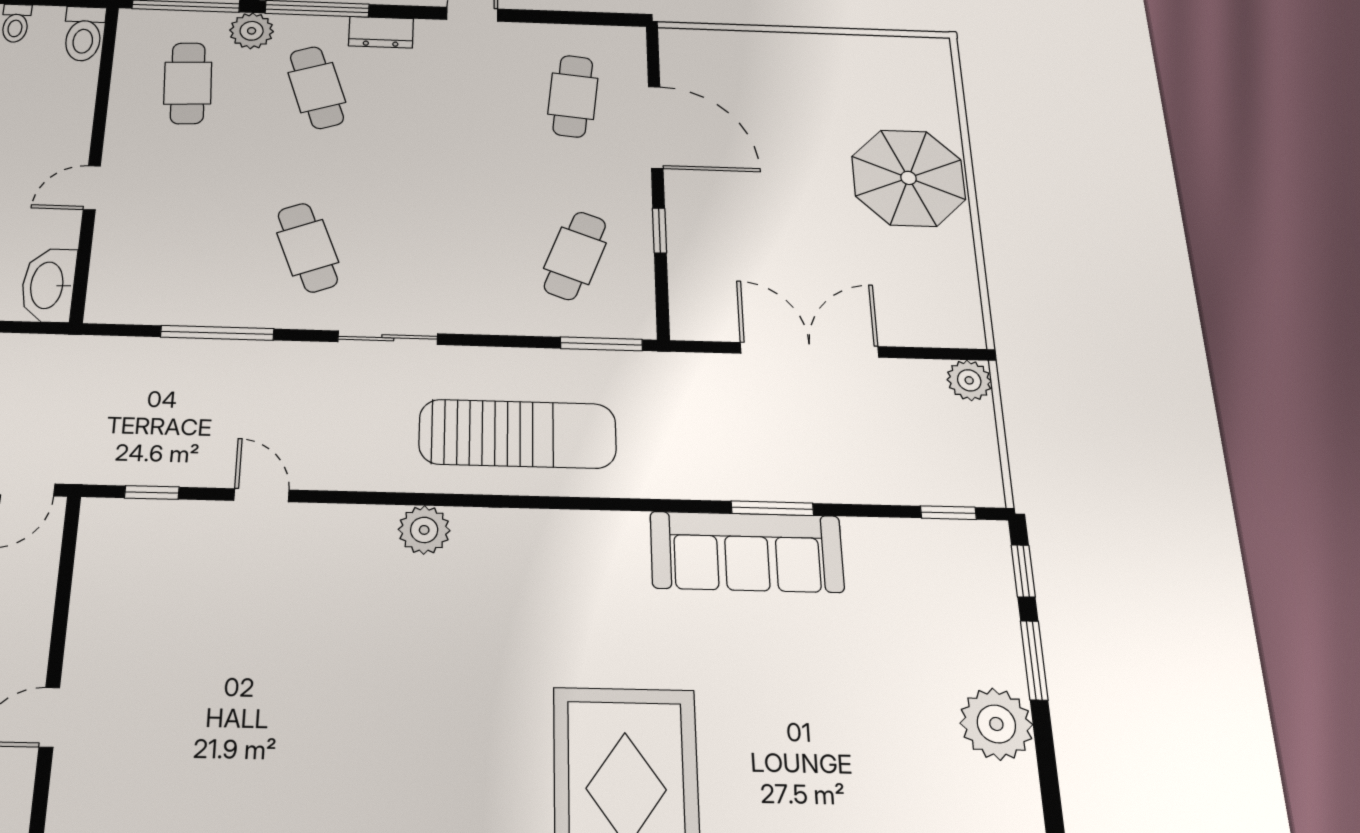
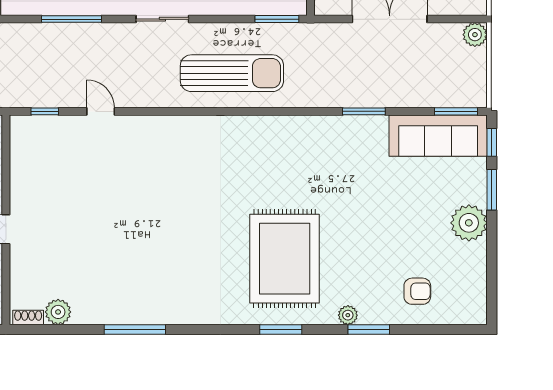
window: (948, 513) -> (456, 111), width x1.50
plant: (424, 530) -> (184, 128), removed
sofa: (747, 552) -> (438, 136), moved

